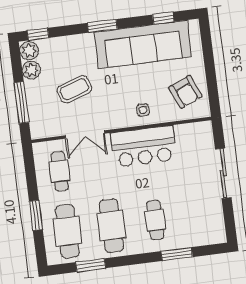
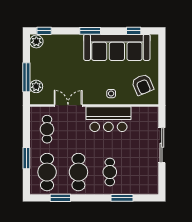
plant: (31, 70) -> (36, 86), moved
coffee table: (74, 89) -> (65, 73), removed
double door: (85, 135) -> (68, 106), swing flipped

